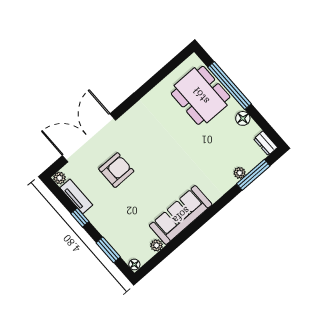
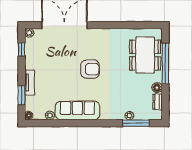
dresser: (265, 143) -> (158, 102), moved
armchair: (116, 170) -> (90, 69), moved
tv unit: (76, 196) -> (30, 83), moved
window: (80, 218) -> (22, 50), moved

